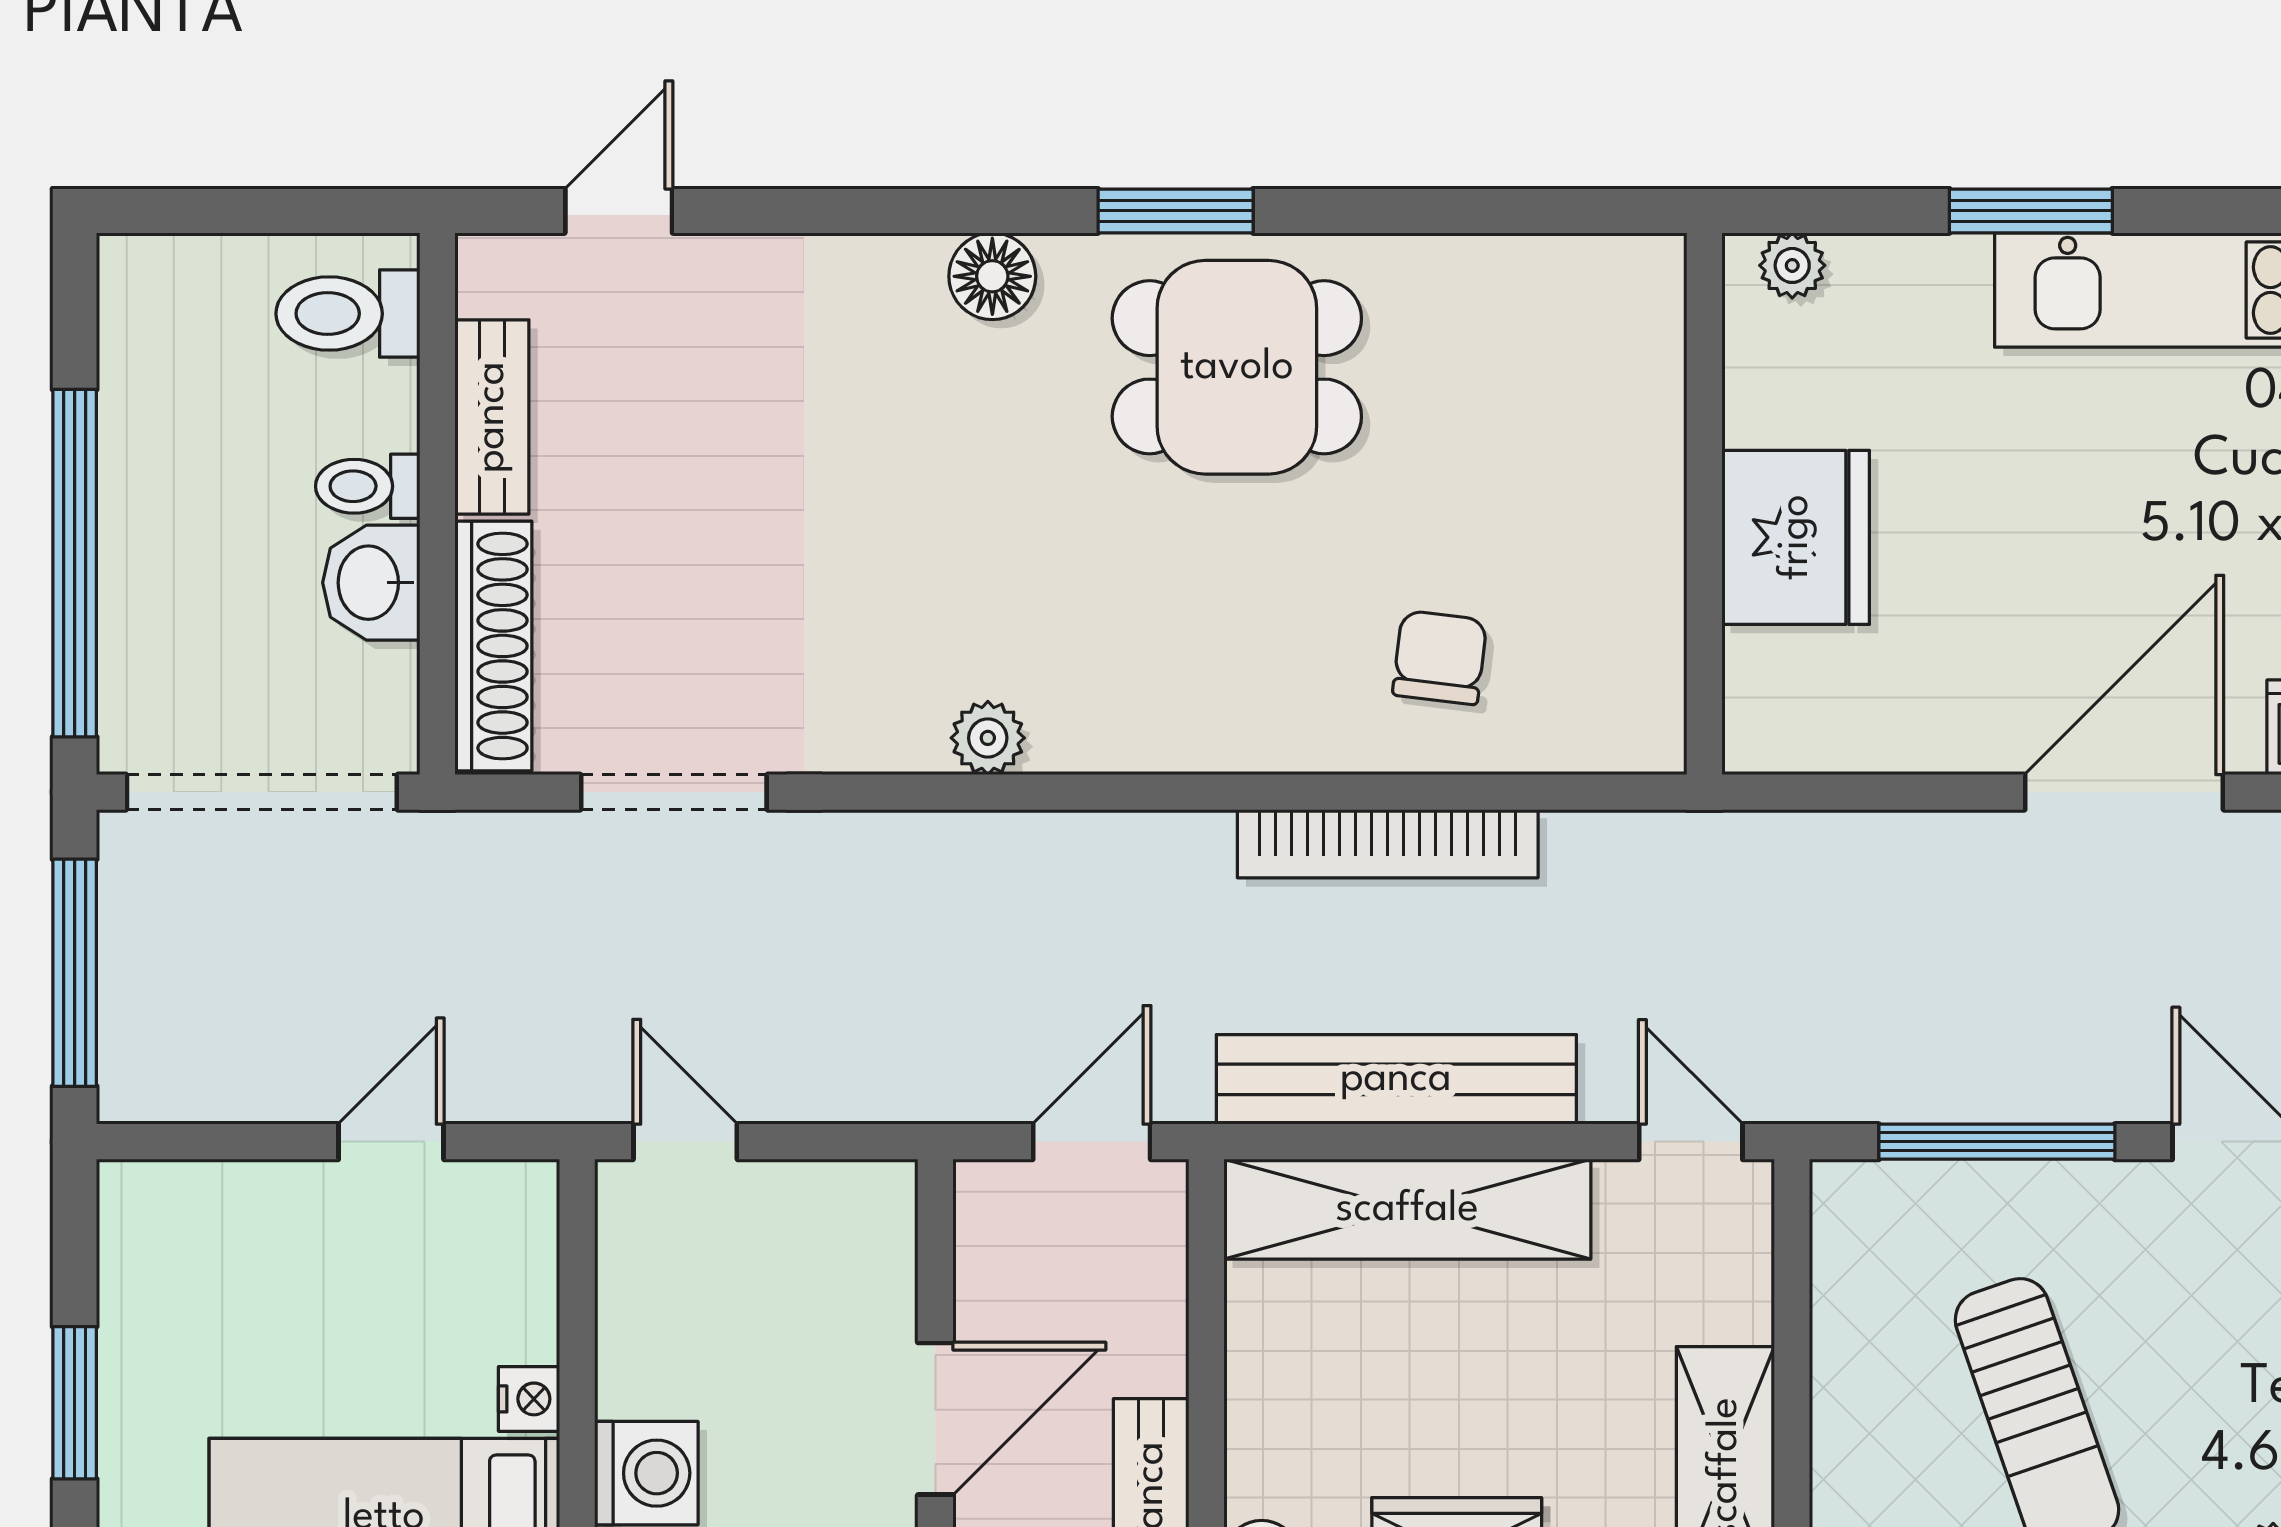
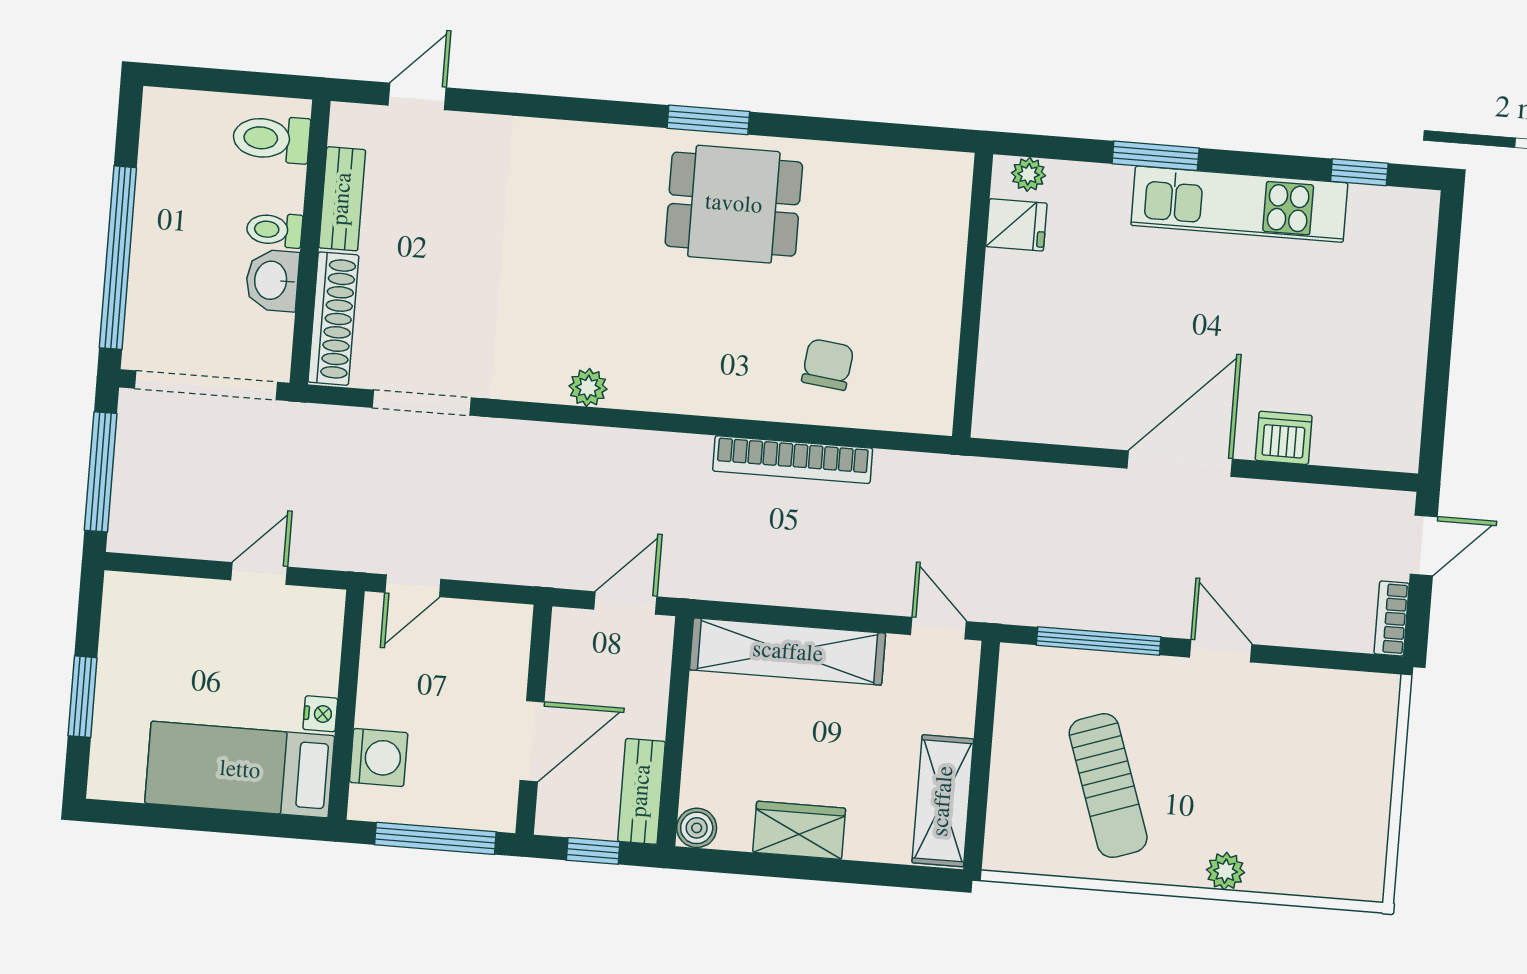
floor lamp: (992, 276) -> (610, 146), removed
fridge: (1796, 537) -> (1016, 225), moved, width x0.53, depth x0.75
bench: (1396, 1079) -> (787, 583), removed
door: (685, 1142) -> (413, 586), swing flipped

